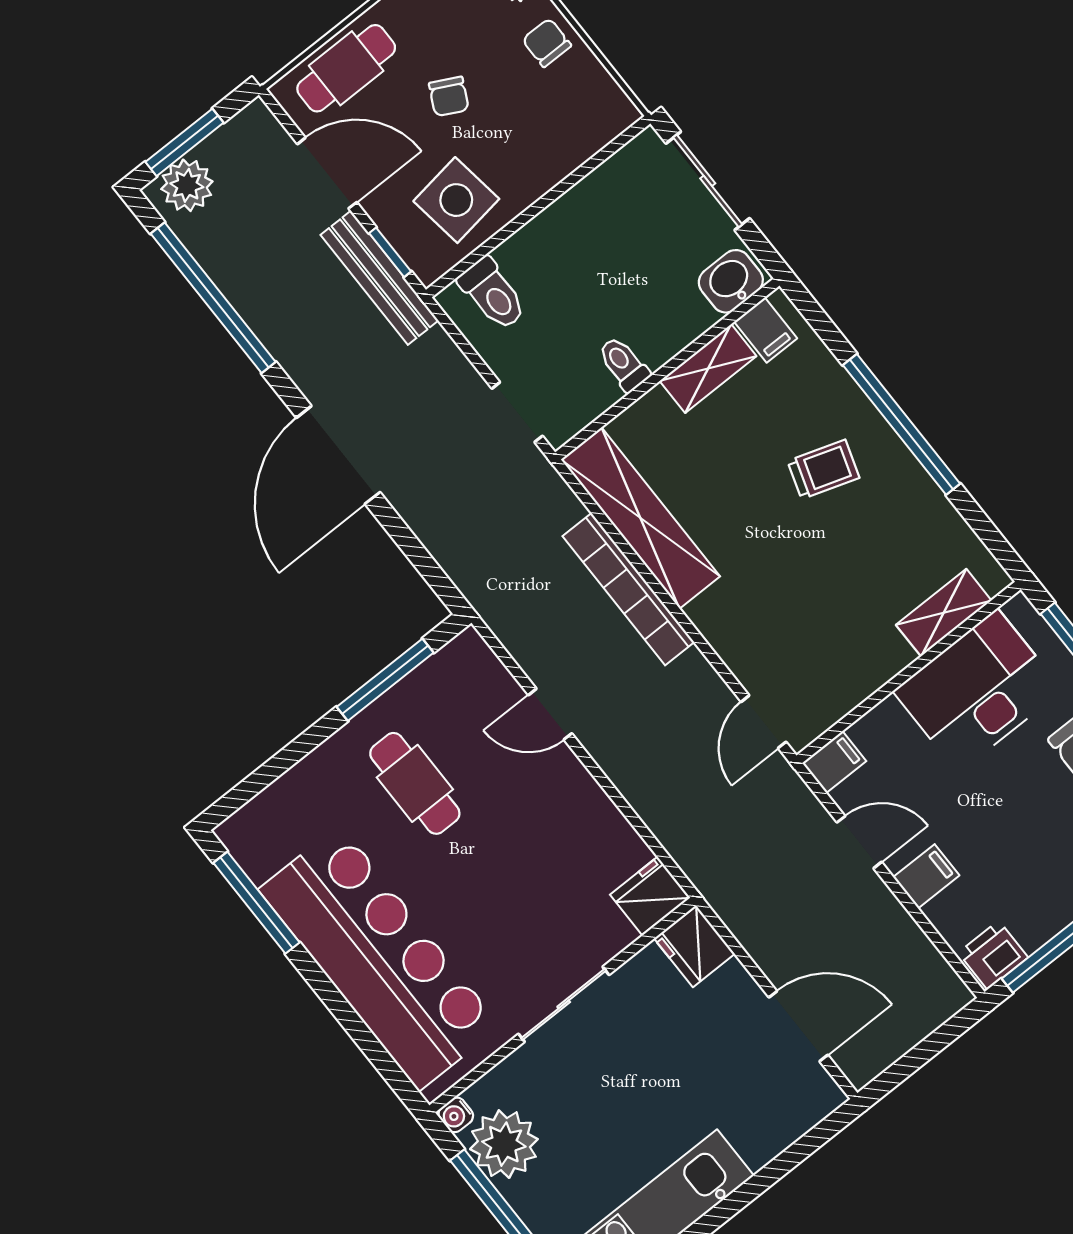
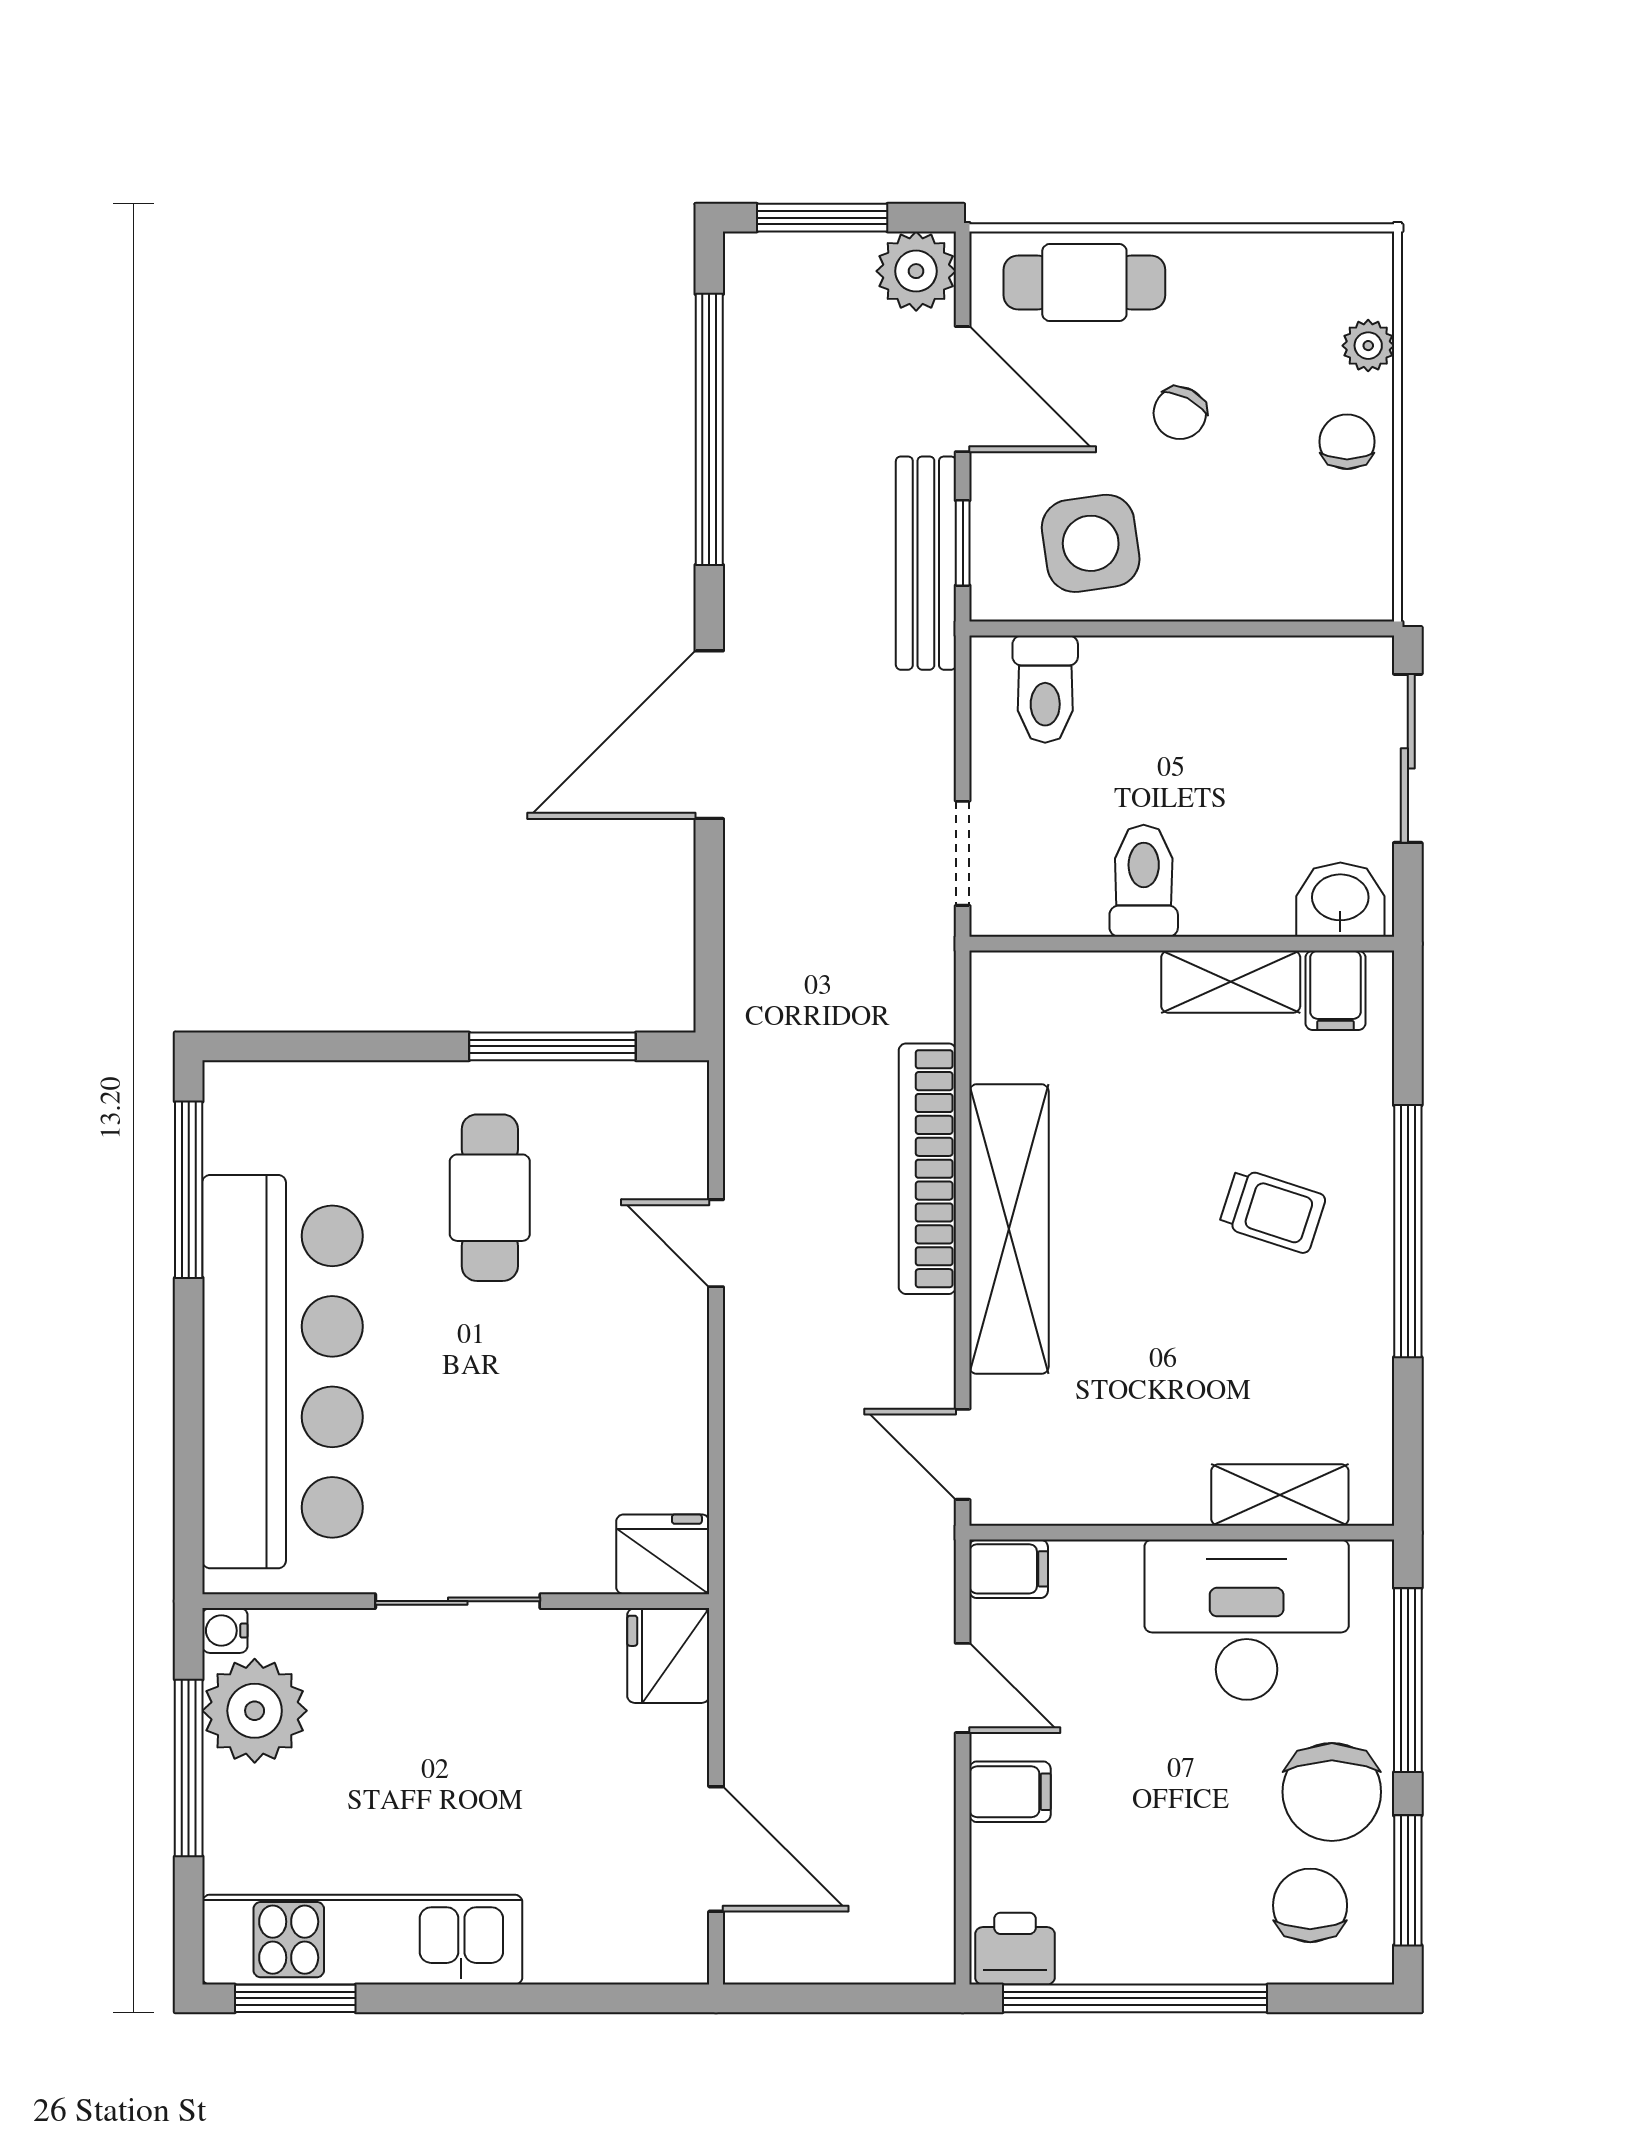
plant: (187, 185) -> (916, 271), moved
toilet: (623, 364) -> (1144, 881), width x1.37, depth x1.39
shelving: (640, 518) -> (1009, 1229), moved
door: (764, 722) -> (963, 1454), hinge flipped

